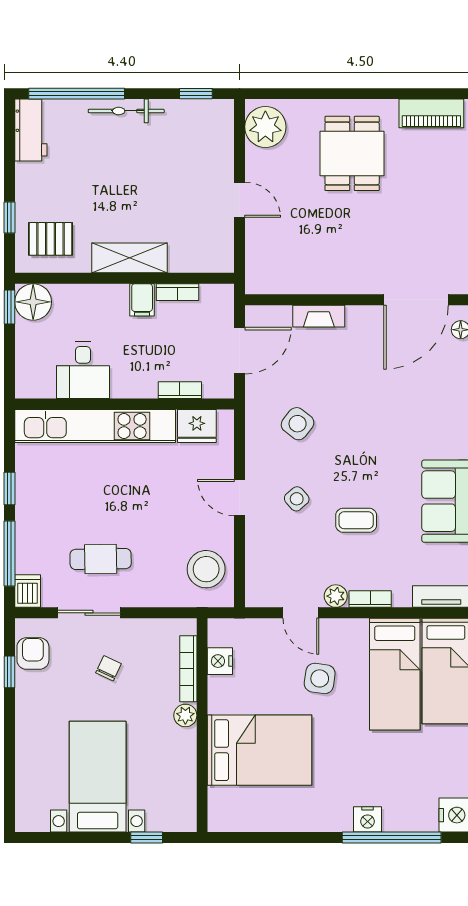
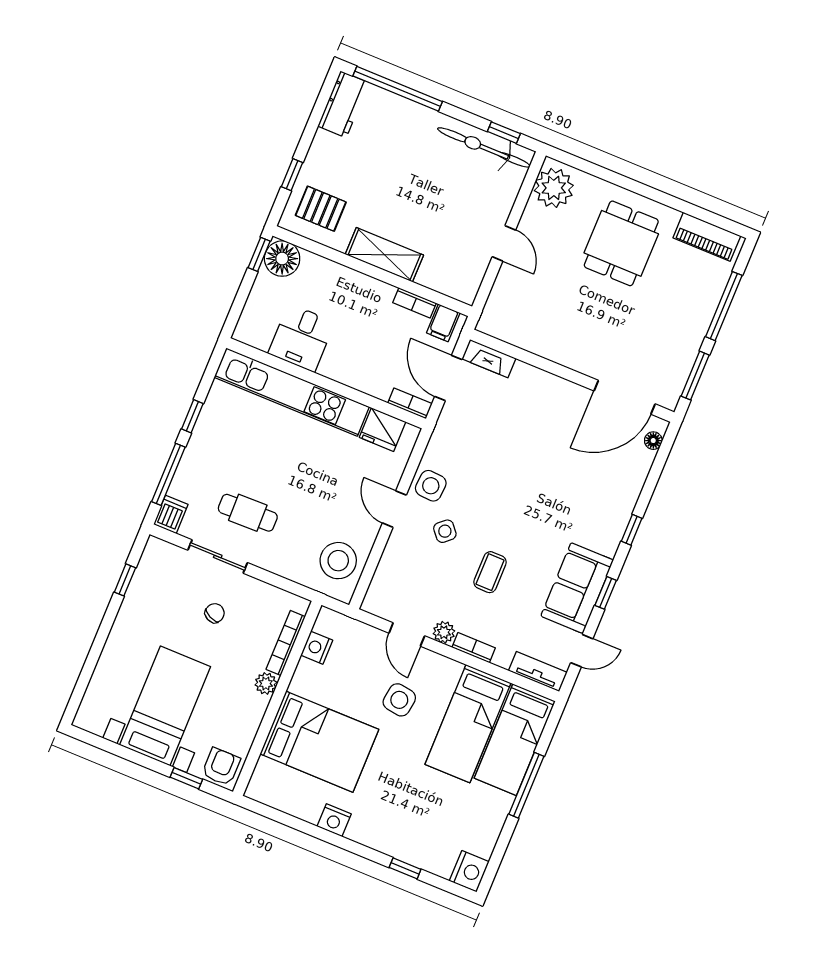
bicycle: (126, 111) -> (484, 147), moved, width x1.37, depth x1.40
filing cabinet: (142, 300) -> (443, 323), moved
fireplace: (319, 316) -> (489, 359), moved
door: (240, 351) -> (448, 378), swing flipped
bookcase: (180, 390) -> (410, 403), moved
side table: (298, 424) -> (431, 486), moved, turned -34
coffee table: (356, 520) -> (490, 572), turned 90
armchair: (33, 654) -> (221, 767), moved
nightstand: (368, 819) -> (334, 820), moved
window: (392, 838) -> (405, 868), width x0.32

